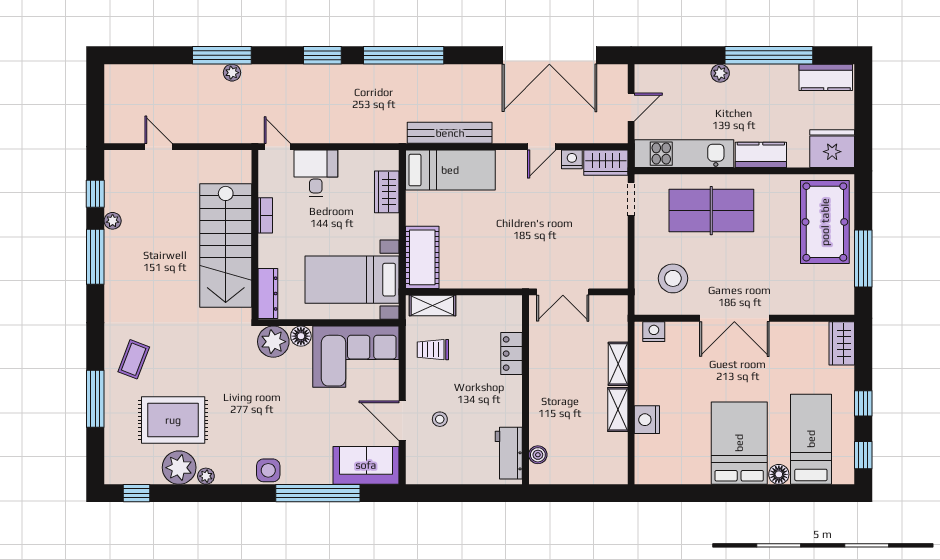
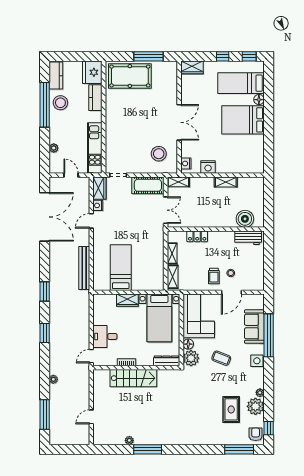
window: (222, 55) -> (45, 414), moved
window: (404, 55) -> (45, 291), width x0.47
plant: (720, 73) -> (54, 148), moved
stool: (773, 86) -> (60, 103), added
door: (542, 147) -> (91, 221), swing flipped
kitchen counter: (761, 155) -> (95, 98), moved
bed: (450, 170) -> (121, 268), moved
wardrobe: (387, 192) -> (127, 300), moved
window: (95, 194) -> (115, 449), removed
table tennis table: (711, 211) -> (124, 134), removed
stairs: (226, 246) -> (133, 378), width x0.73, depth x0.66
cot: (422, 257) -> (148, 185), moved
shelving: (478, 304) -> (172, 253), added
trolley: (433, 350) -> (214, 276), moved
coffee table: (134, 359) -> (221, 358), moved
shelving: (618, 364) -> (178, 182), moved
window: (95, 399) -> (239, 449), moved
rug: (173, 420) -> (231, 409), width x0.73, depth x0.70
nightstand: (647, 420) -> (208, 167), moved
boiler: (538, 455) -> (245, 219), width x1.86, depth x1.86
sofa: (366, 465) -> (254, 327), moved
armchair: (125, 468) -> (256, 434), added

